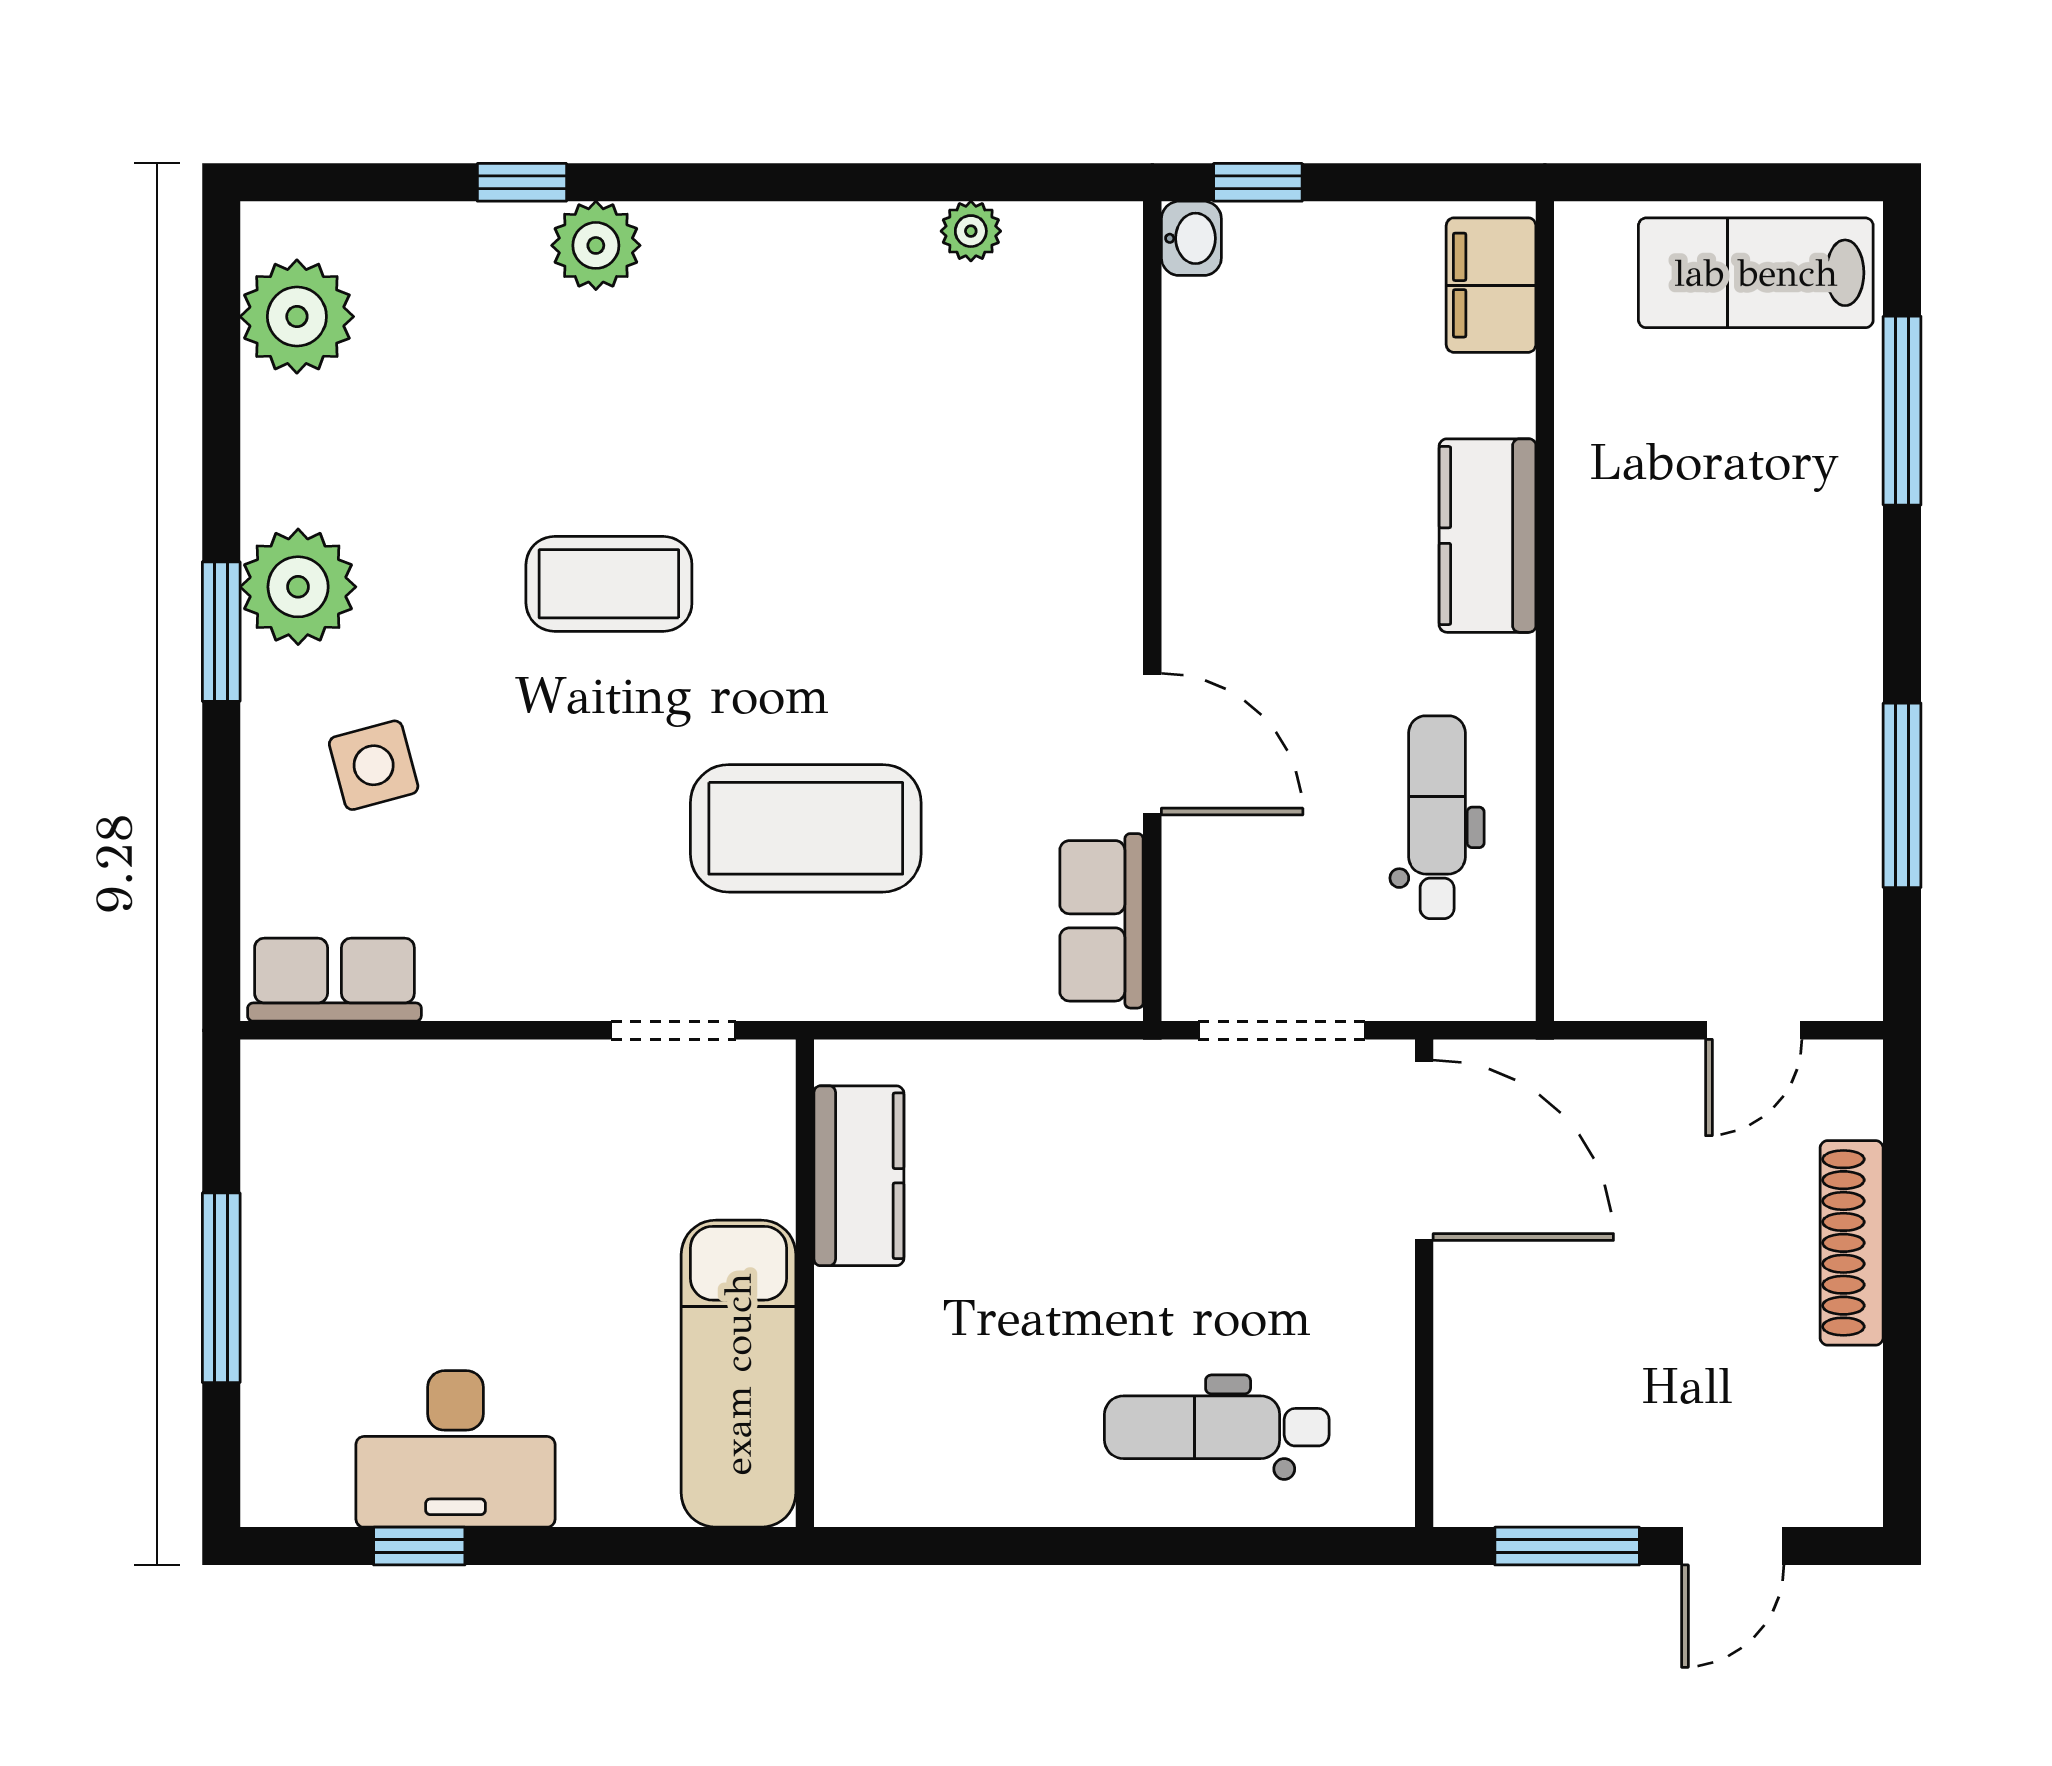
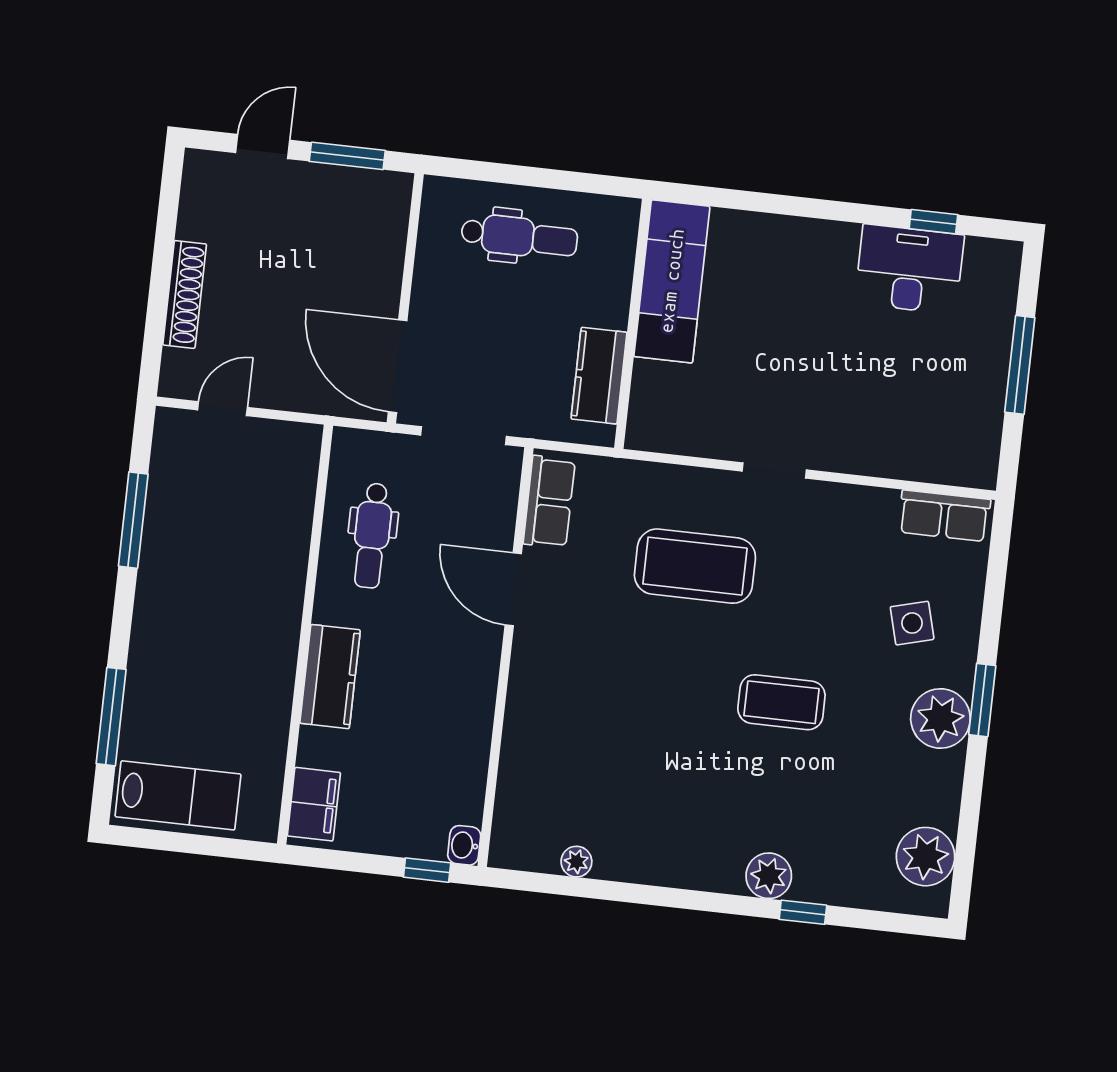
kitchen counter: (859, 1176) -> (599, 376), moved
wall: (805, 1283) -> (633, 324), moved
exam couch: (738, 1374) -> (672, 281), moved

